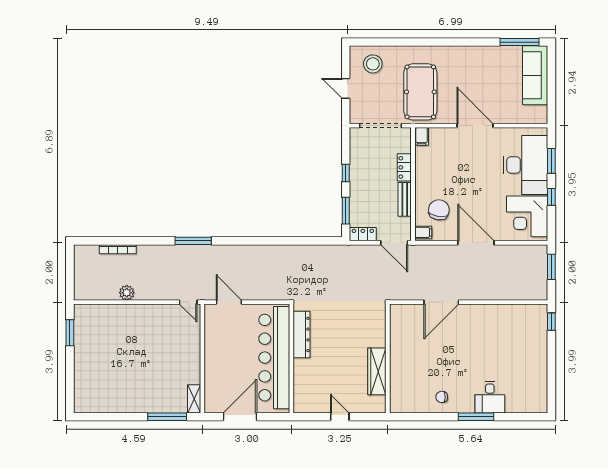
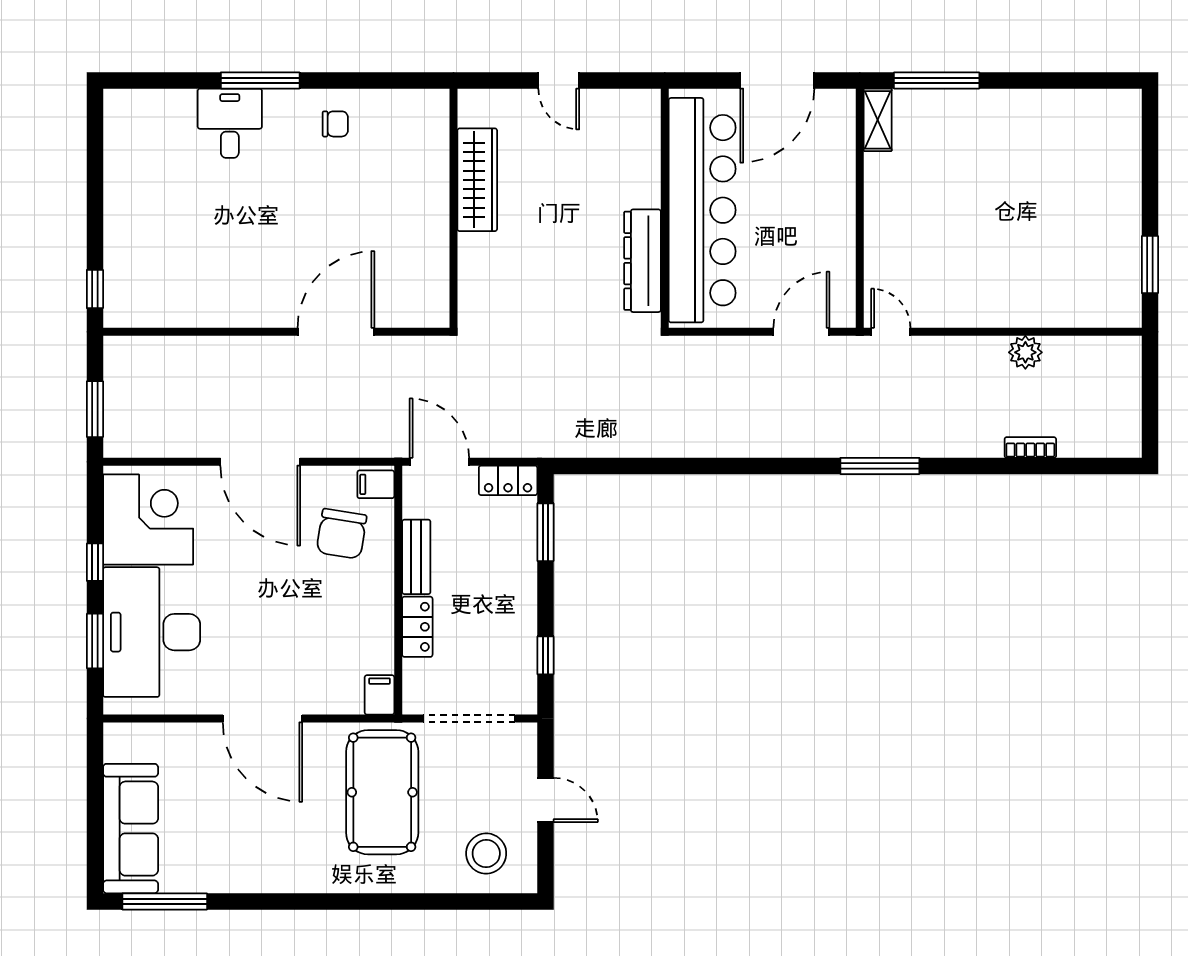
window: (346, 173) -> (545, 655), moved
bookcase: (118, 249) -> (1030, 447), width x0.64
door: (229, 302) -> (801, 332), swing flipped

